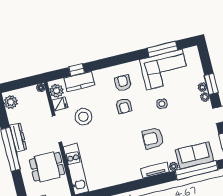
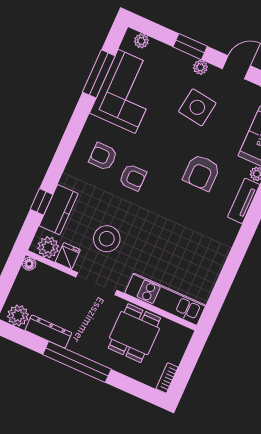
plant: (202, 87) -> (141, 41), moved
side table: (162, 104) -> (197, 107), moved, width x1.87, depth x1.87
dresser: (18, 137) -> (48, 331), moved

